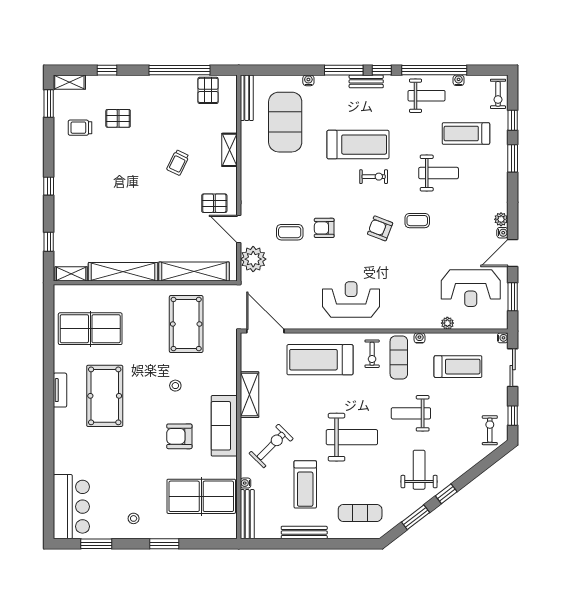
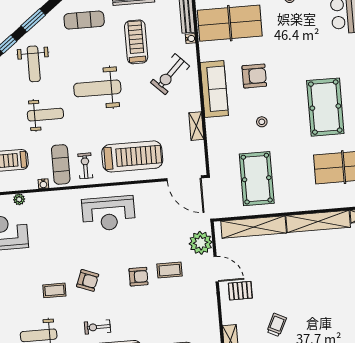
shelving: (250, 395) -> (196, 126), width x0.67, depth x0.75

